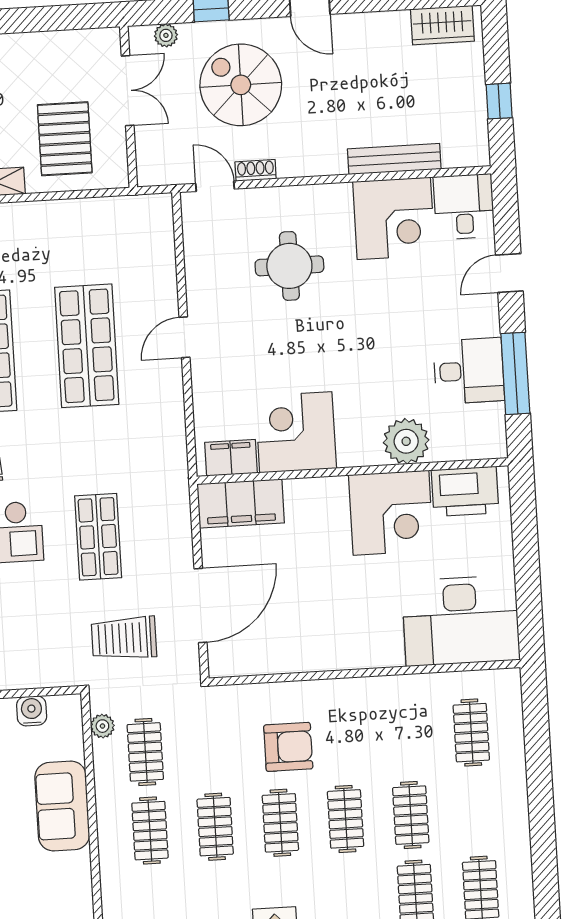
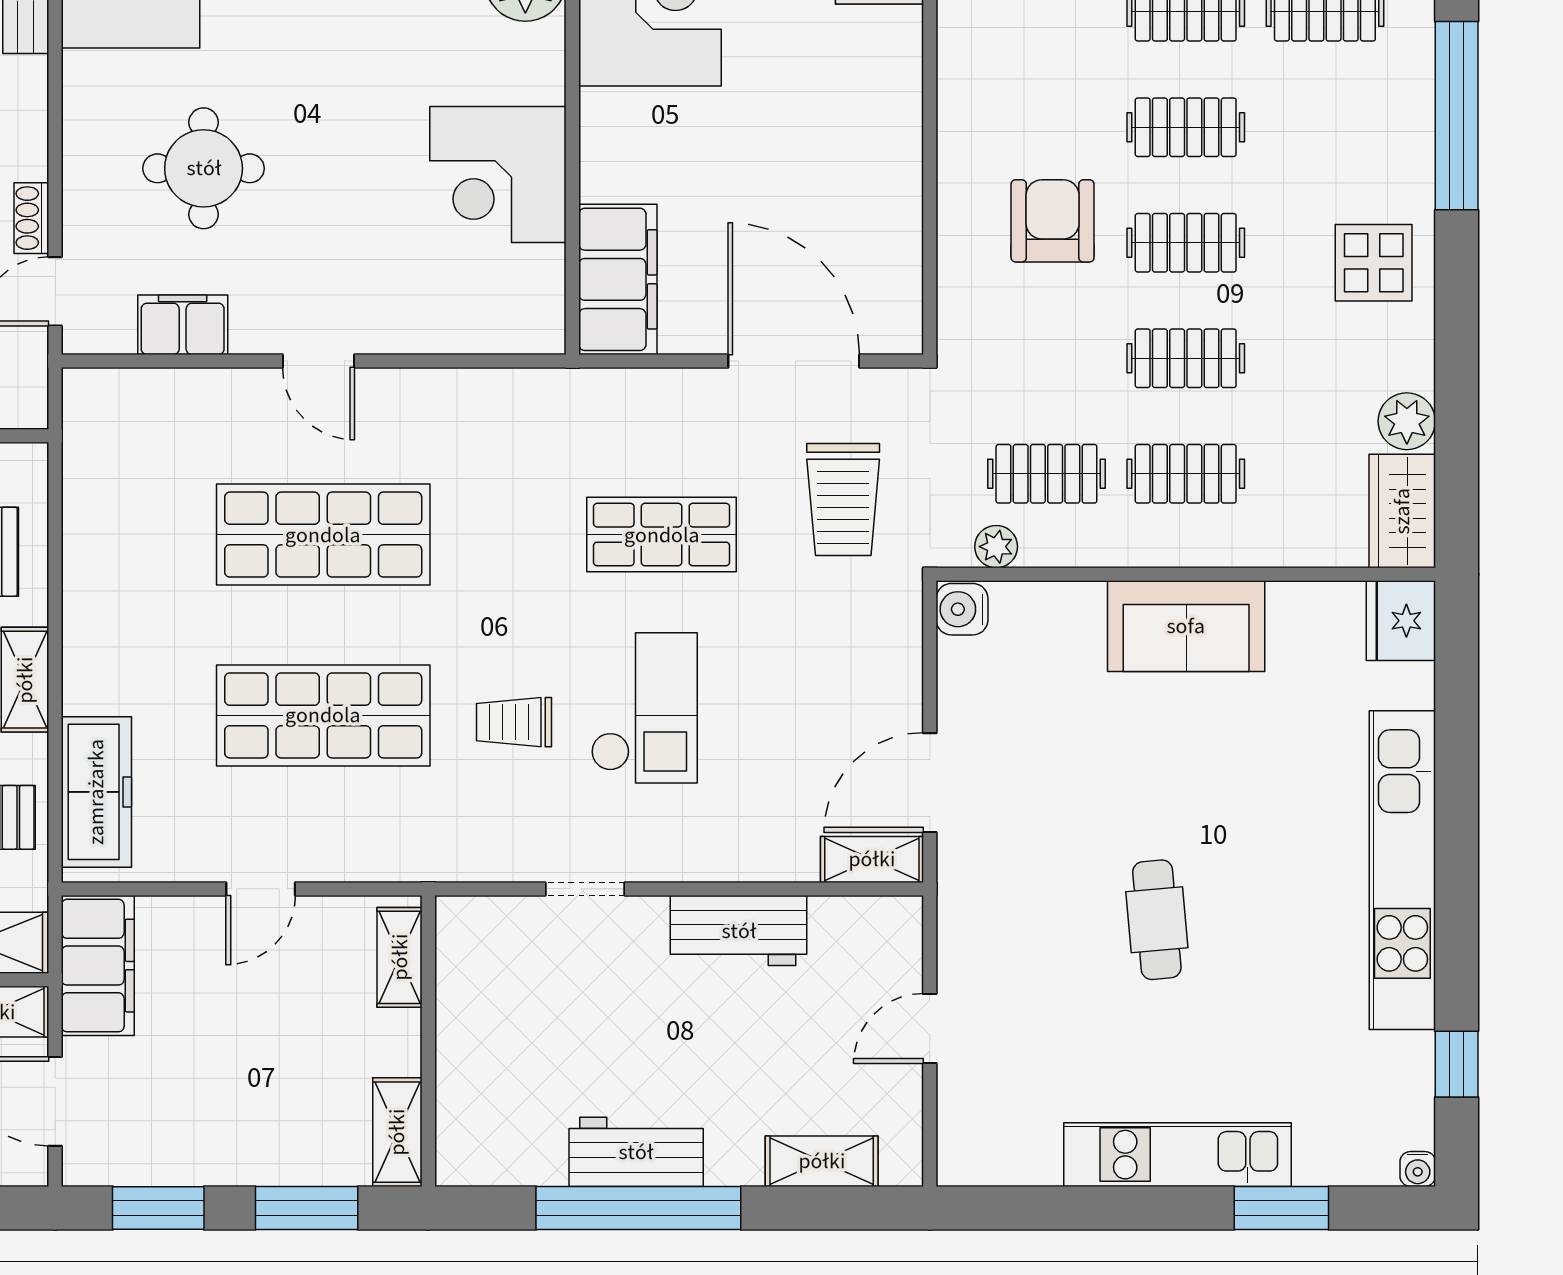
filing cabinet: (231, 458) -> (183, 325), moved, turned 90
water cooler: (32, 711) -> (962, 609), moved
sofa: (62, 806) -> (1186, 626), moved

